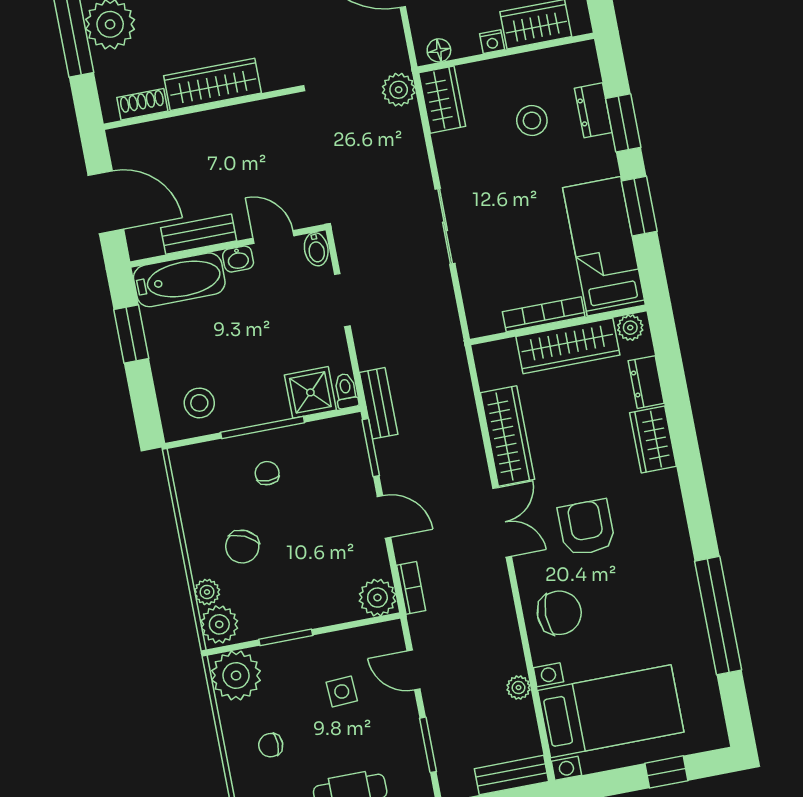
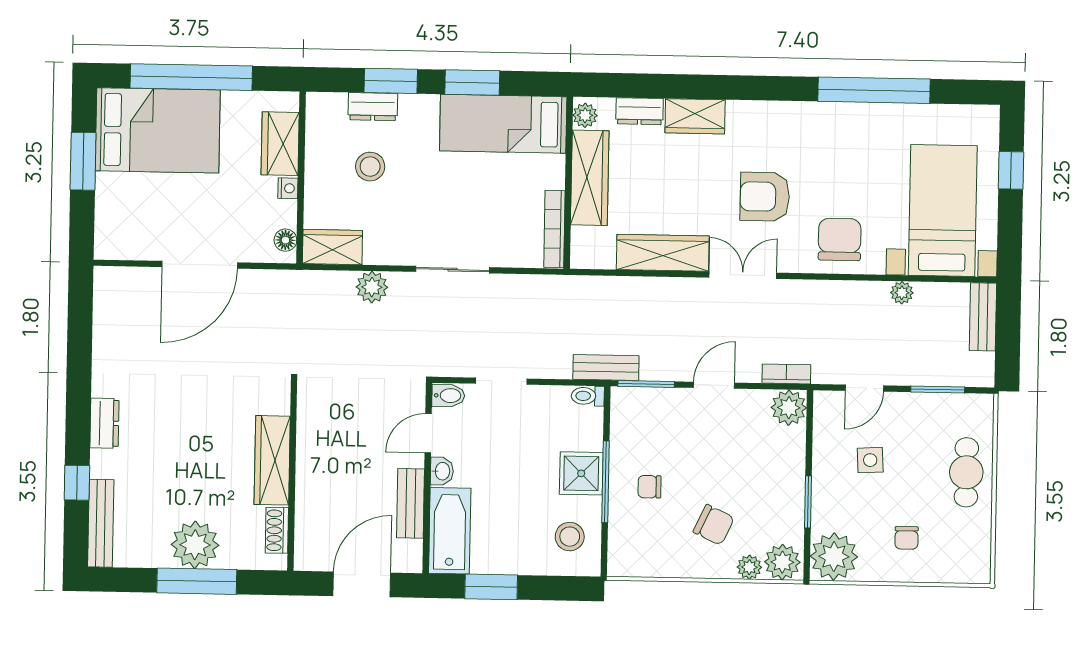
plant: (399, 90) -> (372, 287), moved
bookcase: (544, 314) -> (554, 229), moved
shower: (310, 392) -> (581, 473), moved

